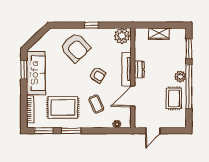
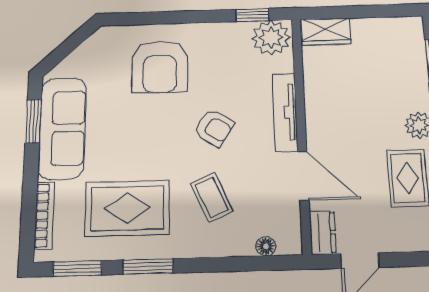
window: (91, 25) -> (252, 15), moved
wardrobe: (159, 34) -> (326, 32), moved
armchair: (75, 48) -> (160, 67), turned 44
dresser: (139, 69) -> (323, 233), moved
door: (133, 96) -> (303, 176), swing flipped

